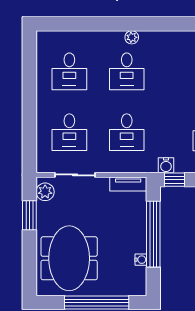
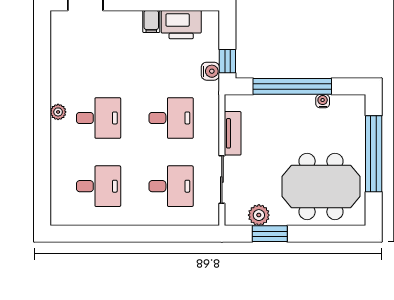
tv unit: (128, 184) -> (233, 133), moved
plant: (45, 192) -> (259, 215), moved

